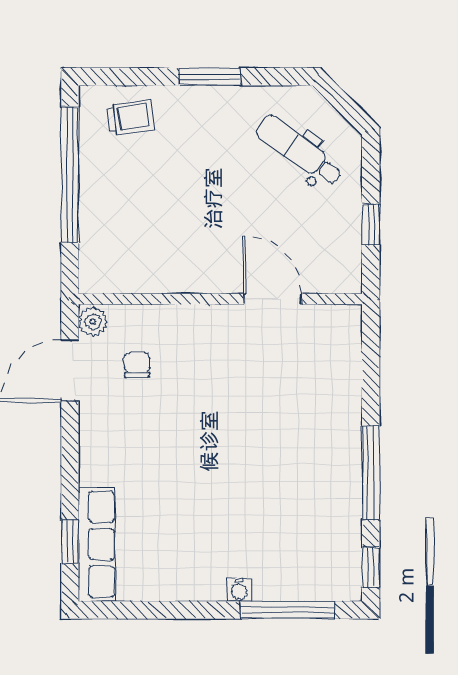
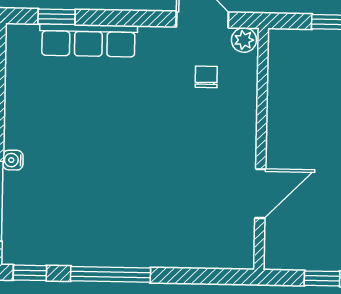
chair: (137, 365) -> (206, 77), turned -90
row of seats: (97, 544) -> (88, 40), moved

